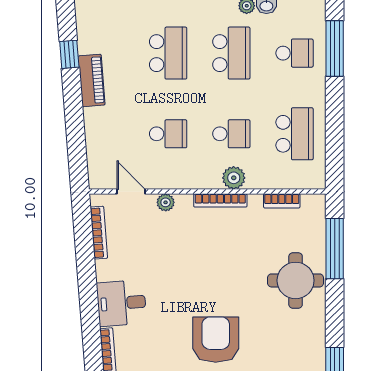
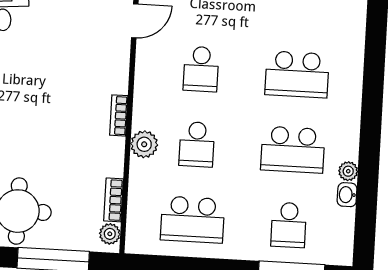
bookcase: (220, 200) -> (119, 115), width x0.64
plant: (166, 202) -> (110, 234), moved

